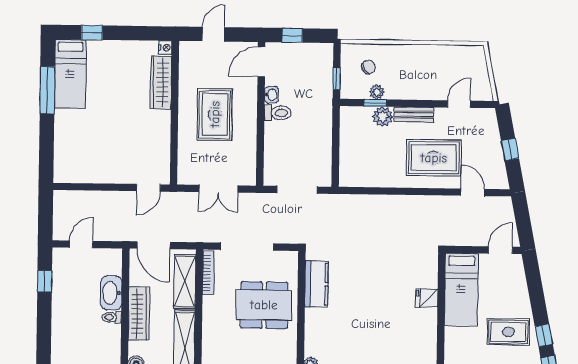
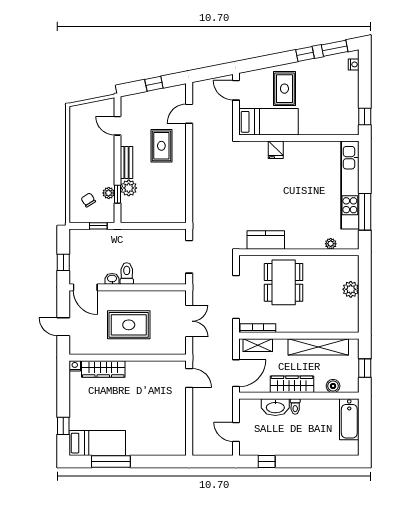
rug: (434, 158) -> (161, 146), width x0.73, depth x0.70
shelving: (185, 281) -> (258, 345), width x0.67, depth x0.75
rug: (508, 332) -> (284, 89), moved

